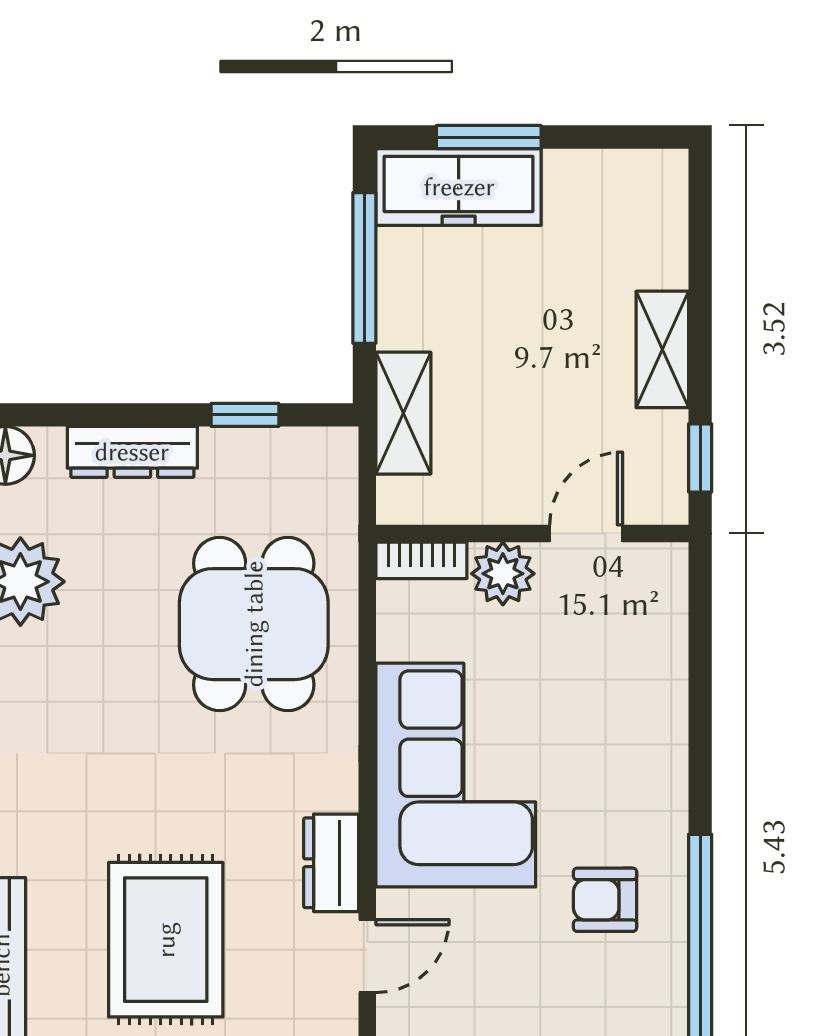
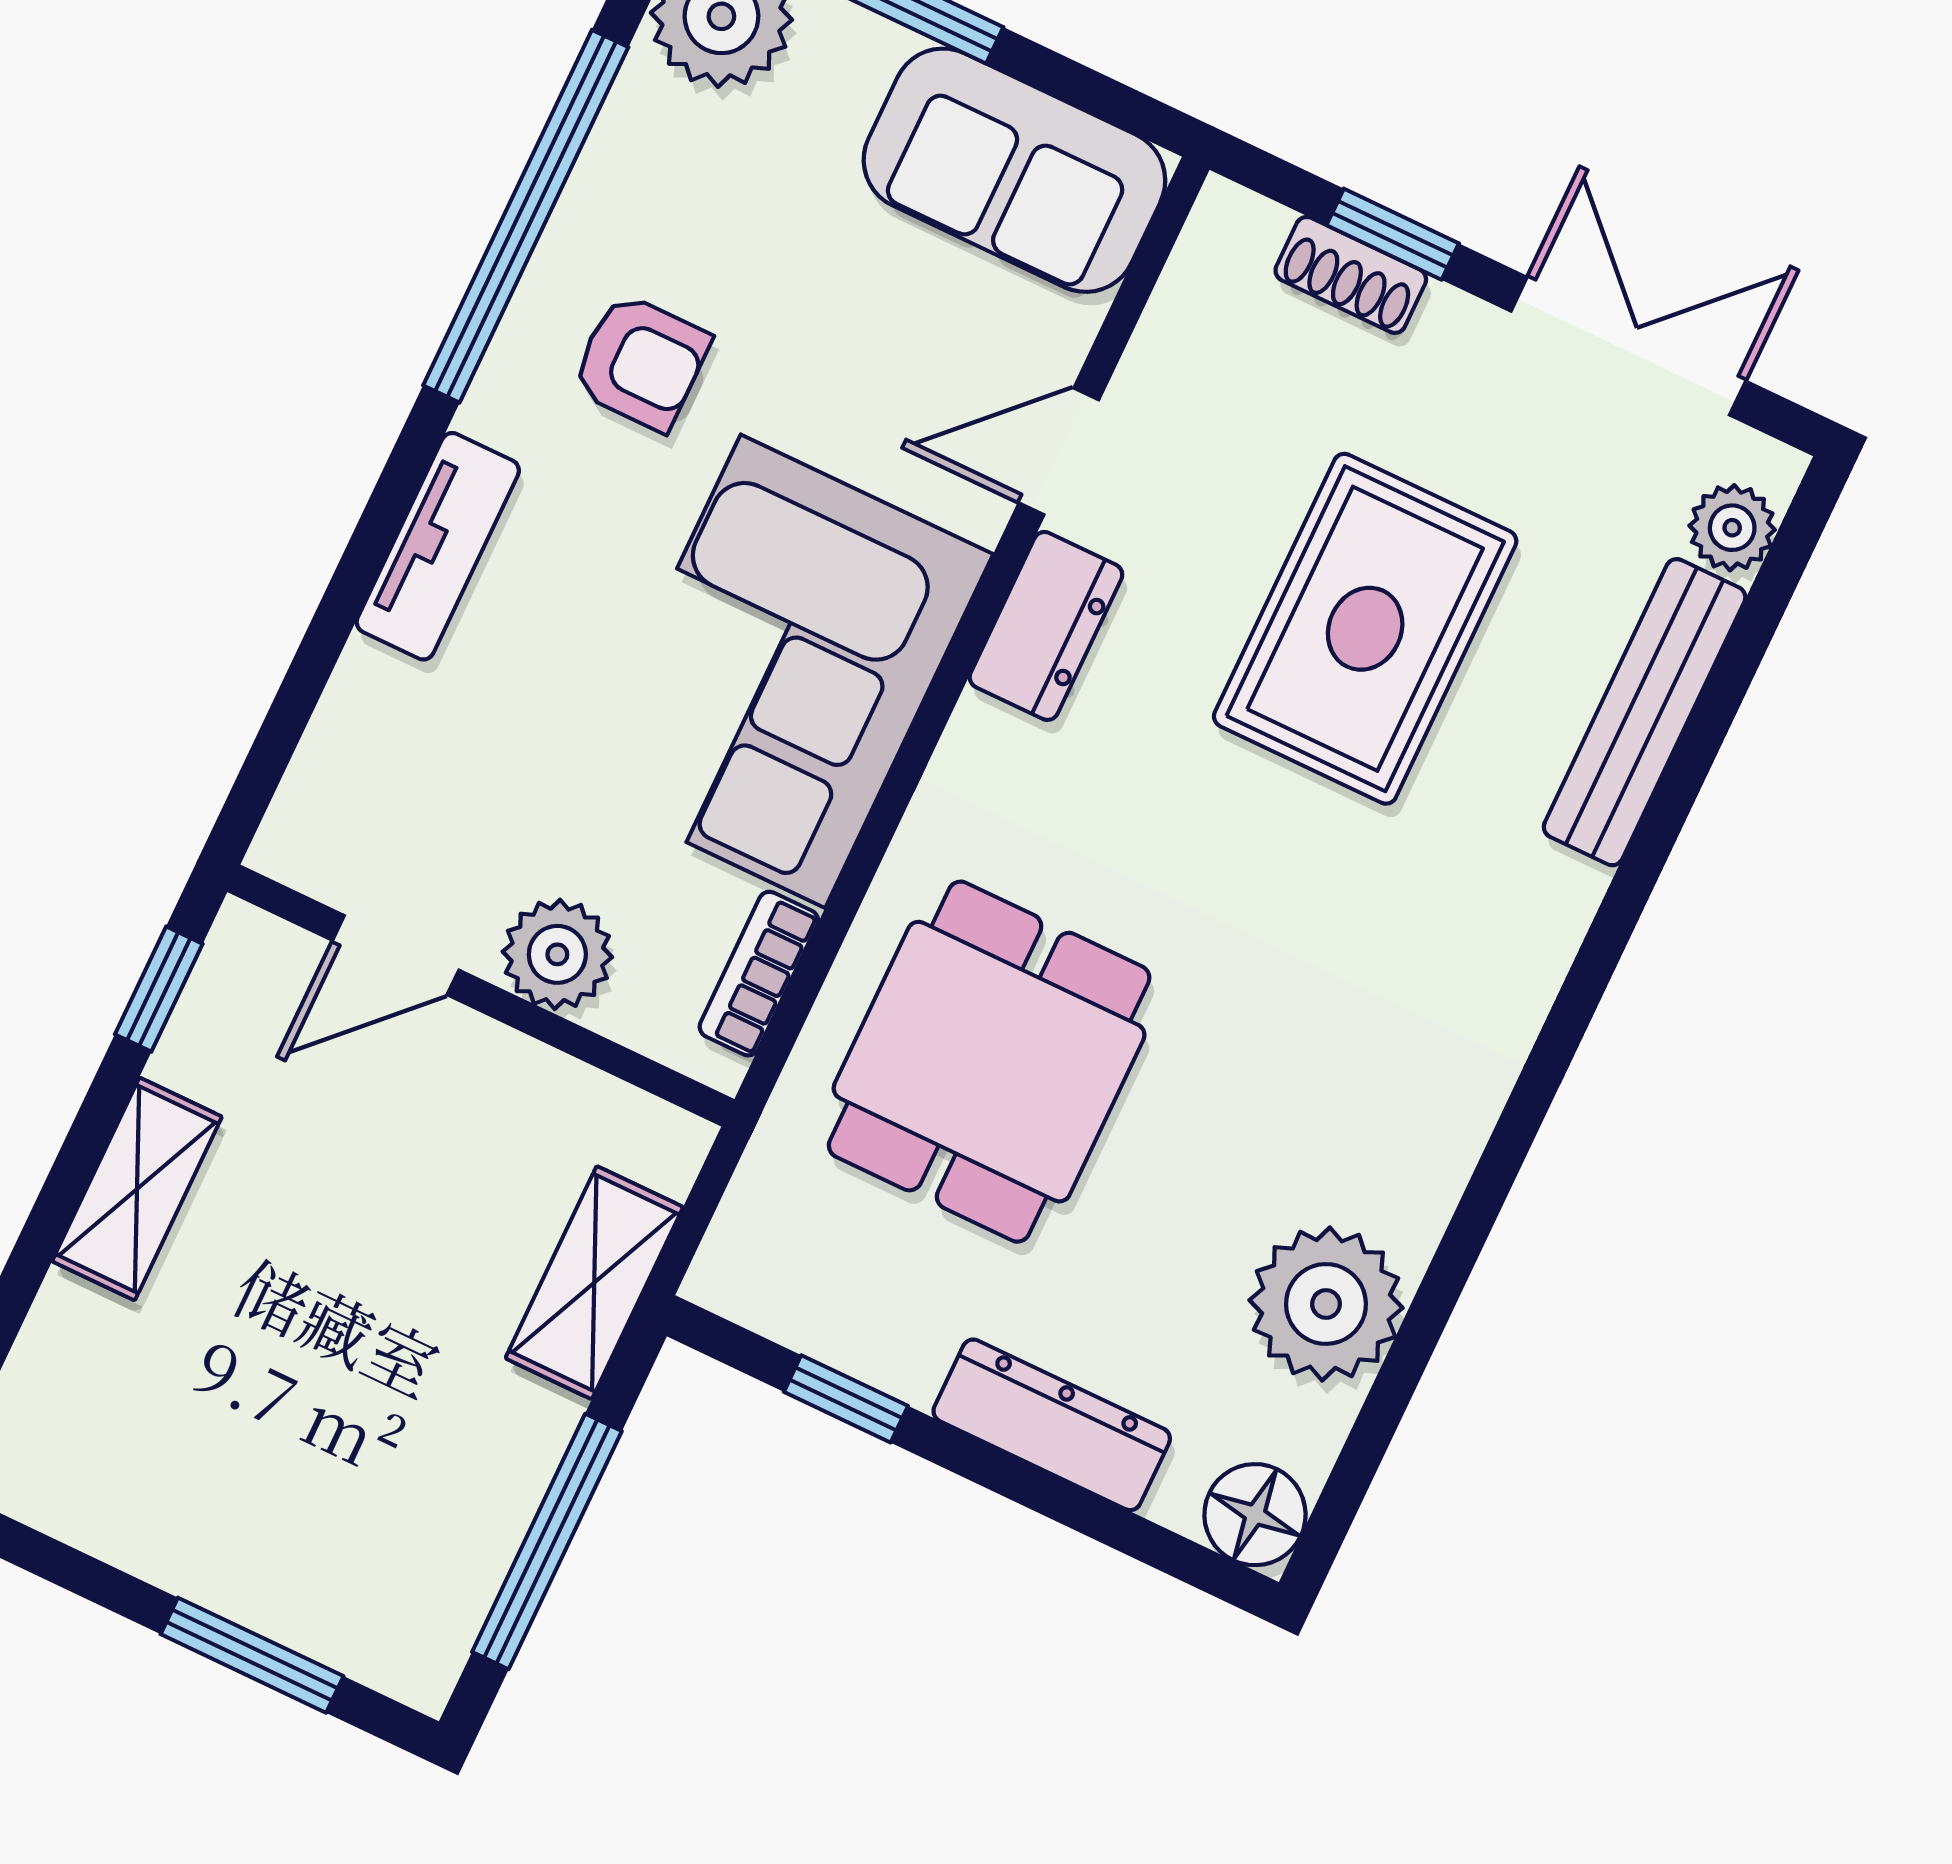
freezer: (459, 187) -> (337, 1599), removed
bookcase: (421, 560) -> (759, 974), moved, turned -90
tv unit: (665, 755) -> (438, 546), added

